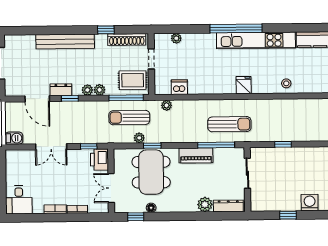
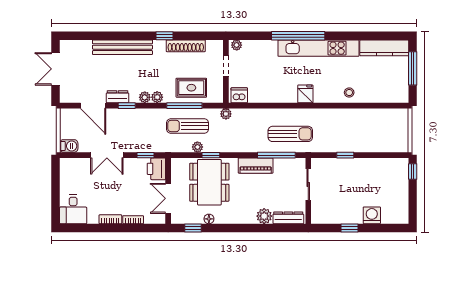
doorway: (151, 59) -> (226, 66), moved
wall: (151, 64) -> (226, 71), moved

